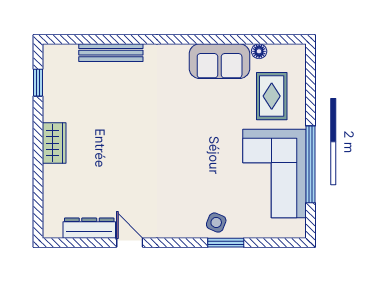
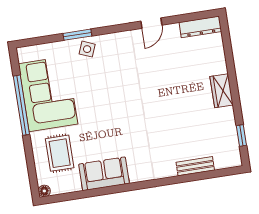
floor lamp: (259, 51) -> (44, 191), moved
bench: (111, 53) -> (195, 166), width x0.73
dresser: (89, 228) -> (200, 27), moved
door: (130, 243) -> (151, 23), hinge flipped

